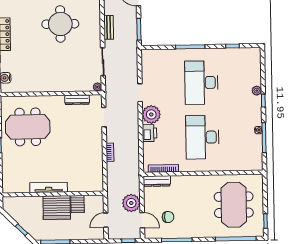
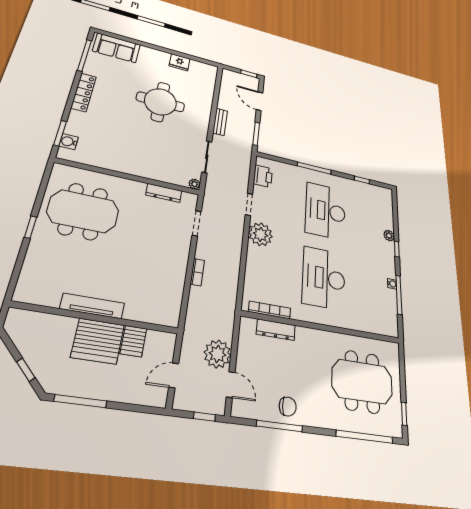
printer: (149, 133) -> (263, 176), moved
dresser: (157, 181) -> (276, 330), moved
meeting table: (234, 205) -> (362, 382), turned 90
chair: (168, 217) -> (288, 406), moved

